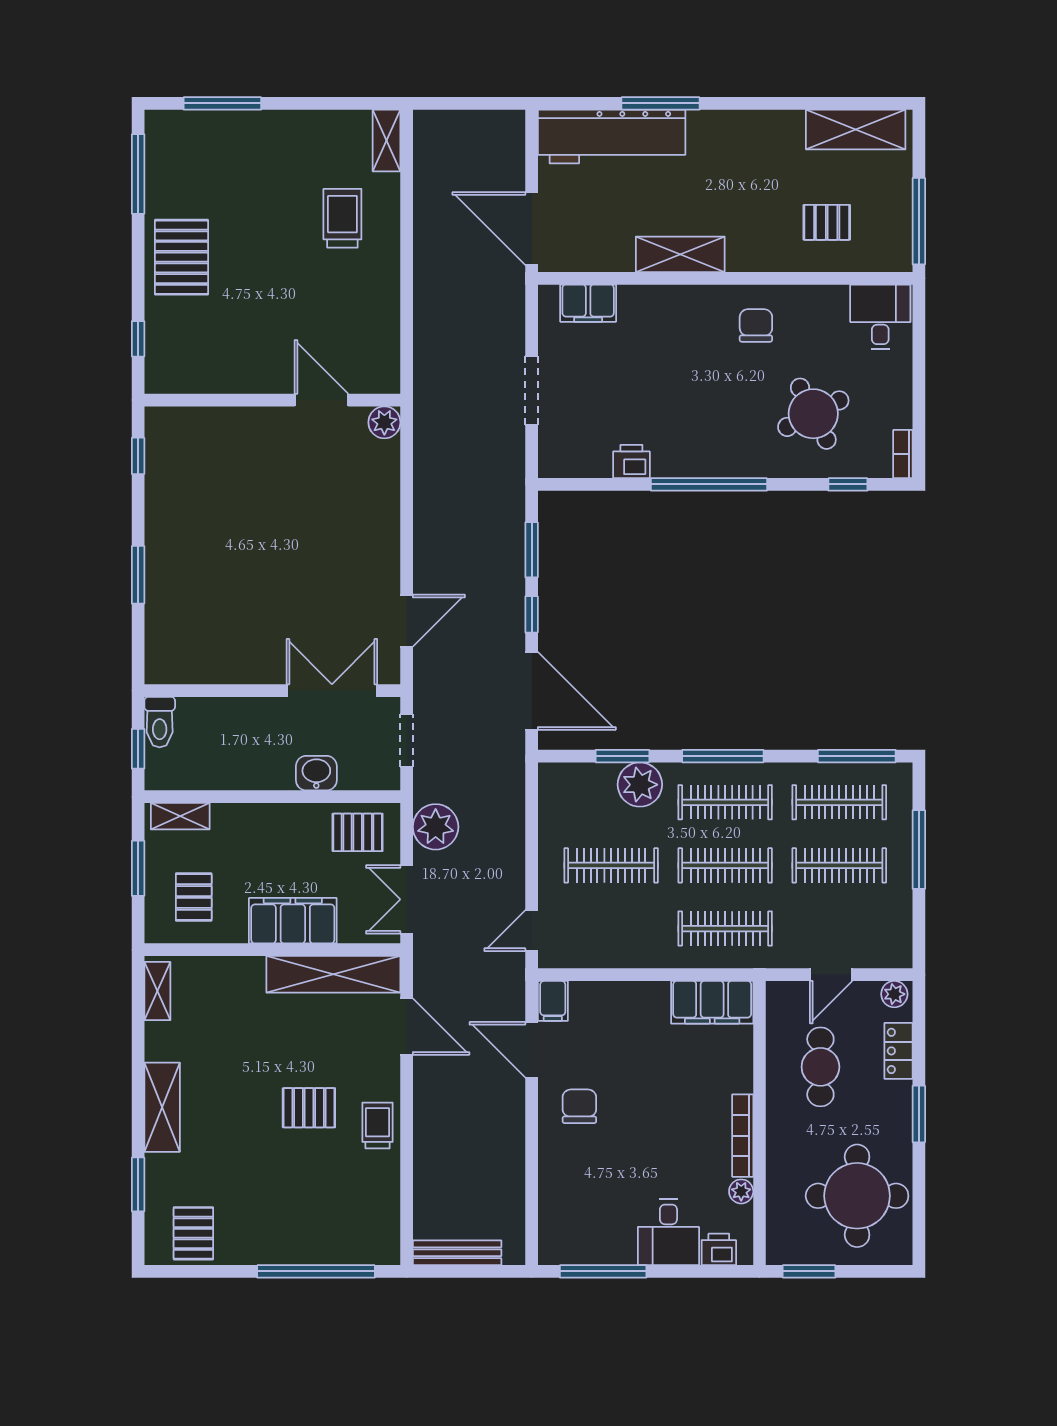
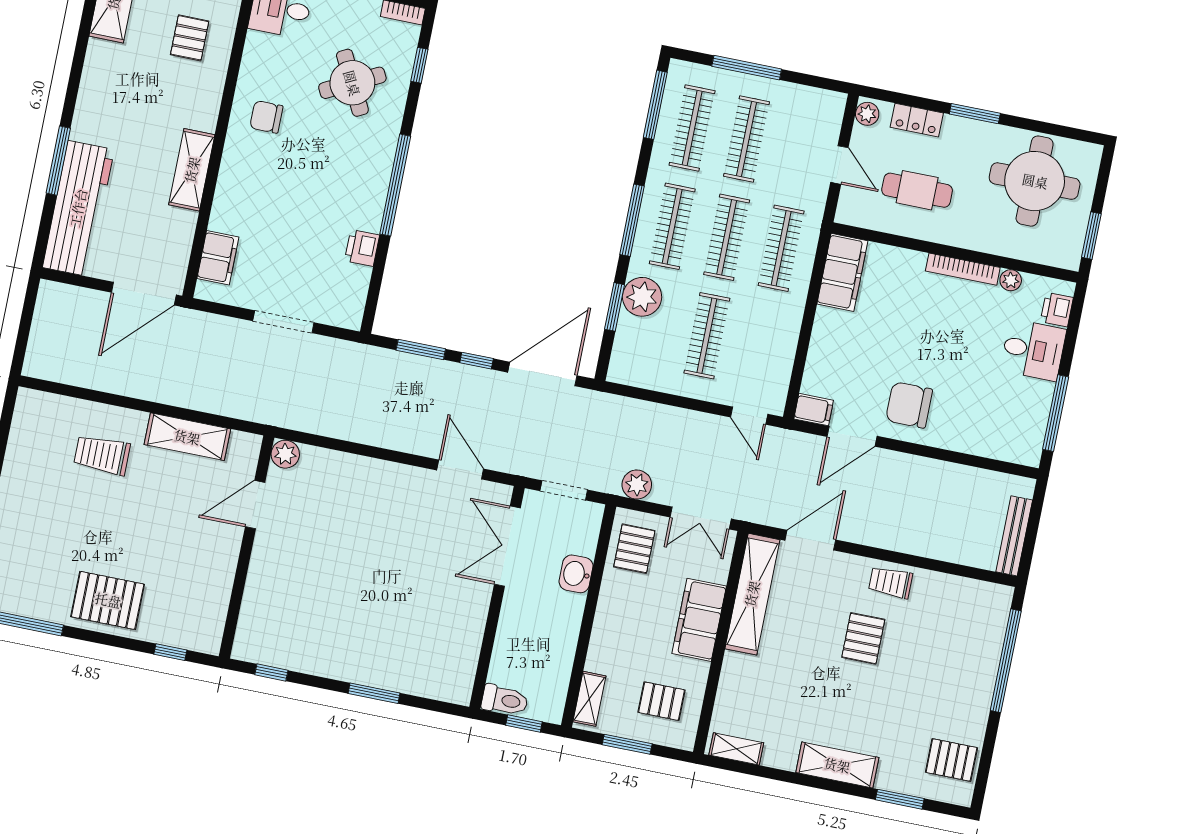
shelving: (386, 140) -> (187, 437), moved, width x1.50, depth x1.33
plant: (436, 827) -> (637, 485), width x0.73, depth x0.73
chair: (579, 1106) -> (909, 405), width x1.37, depth x1.37

